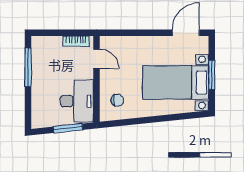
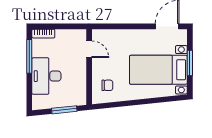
bookcase: (76, 41) -> (43, 34), moved
desk: (77, 101) -> (46, 76), moved, turned 180

